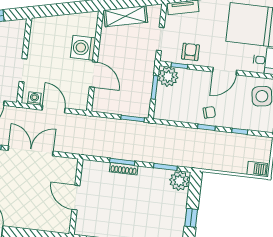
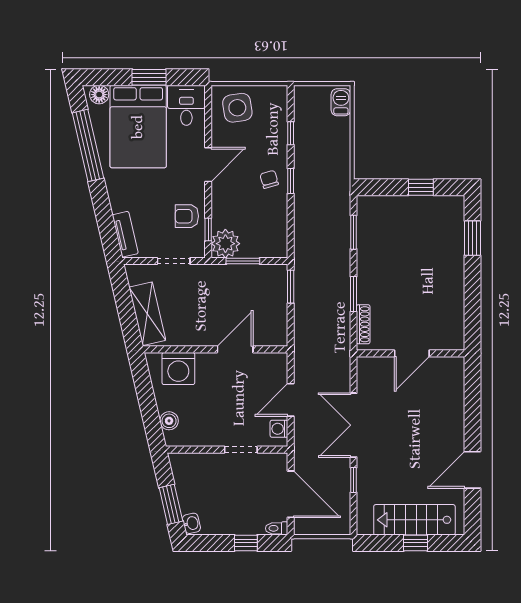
boiler: (49, 22) -> (169, 421), added
washing machine: (83, 48) -> (178, 369), moved
door: (225, 71) -> (208, 165), hinge flipped
shoe rack: (124, 169) -> (363, 324), moved
plant: (179, 181) -> (371, 210), removed

